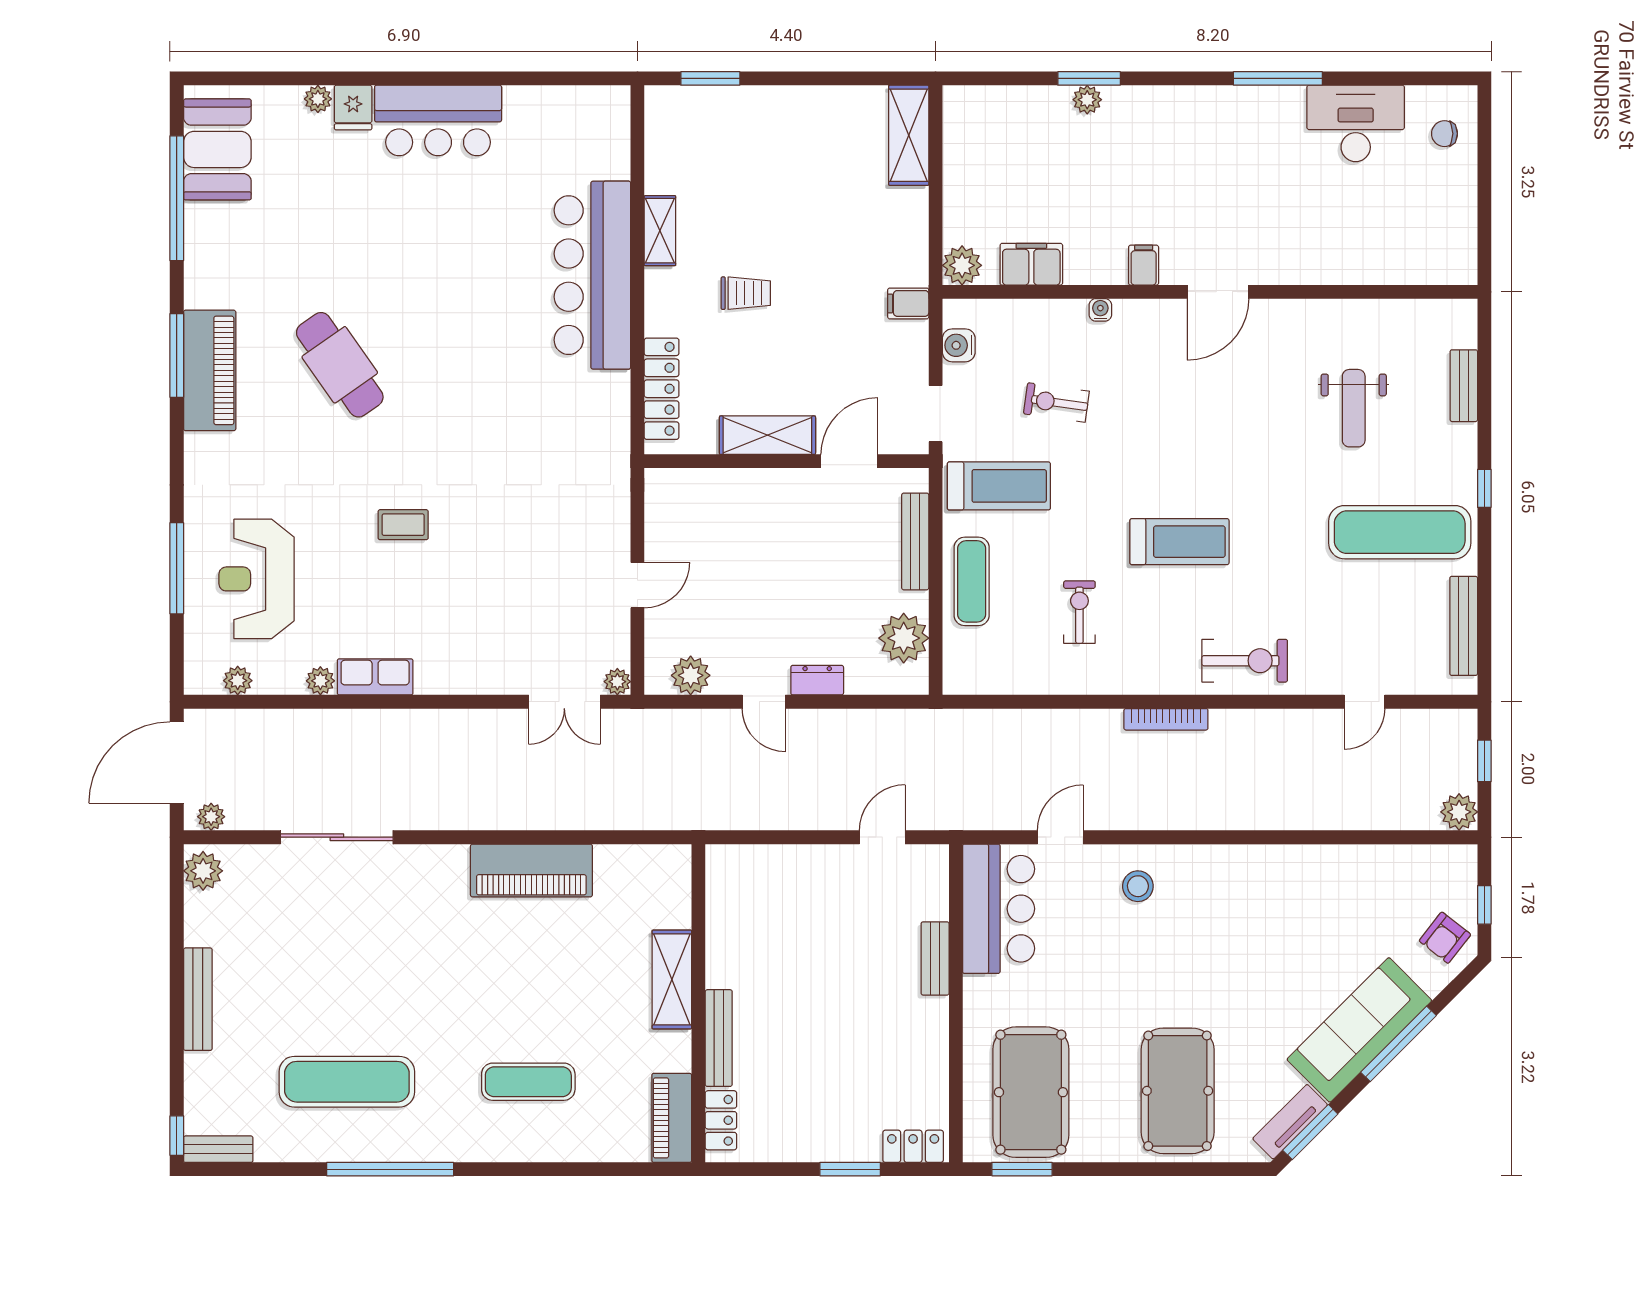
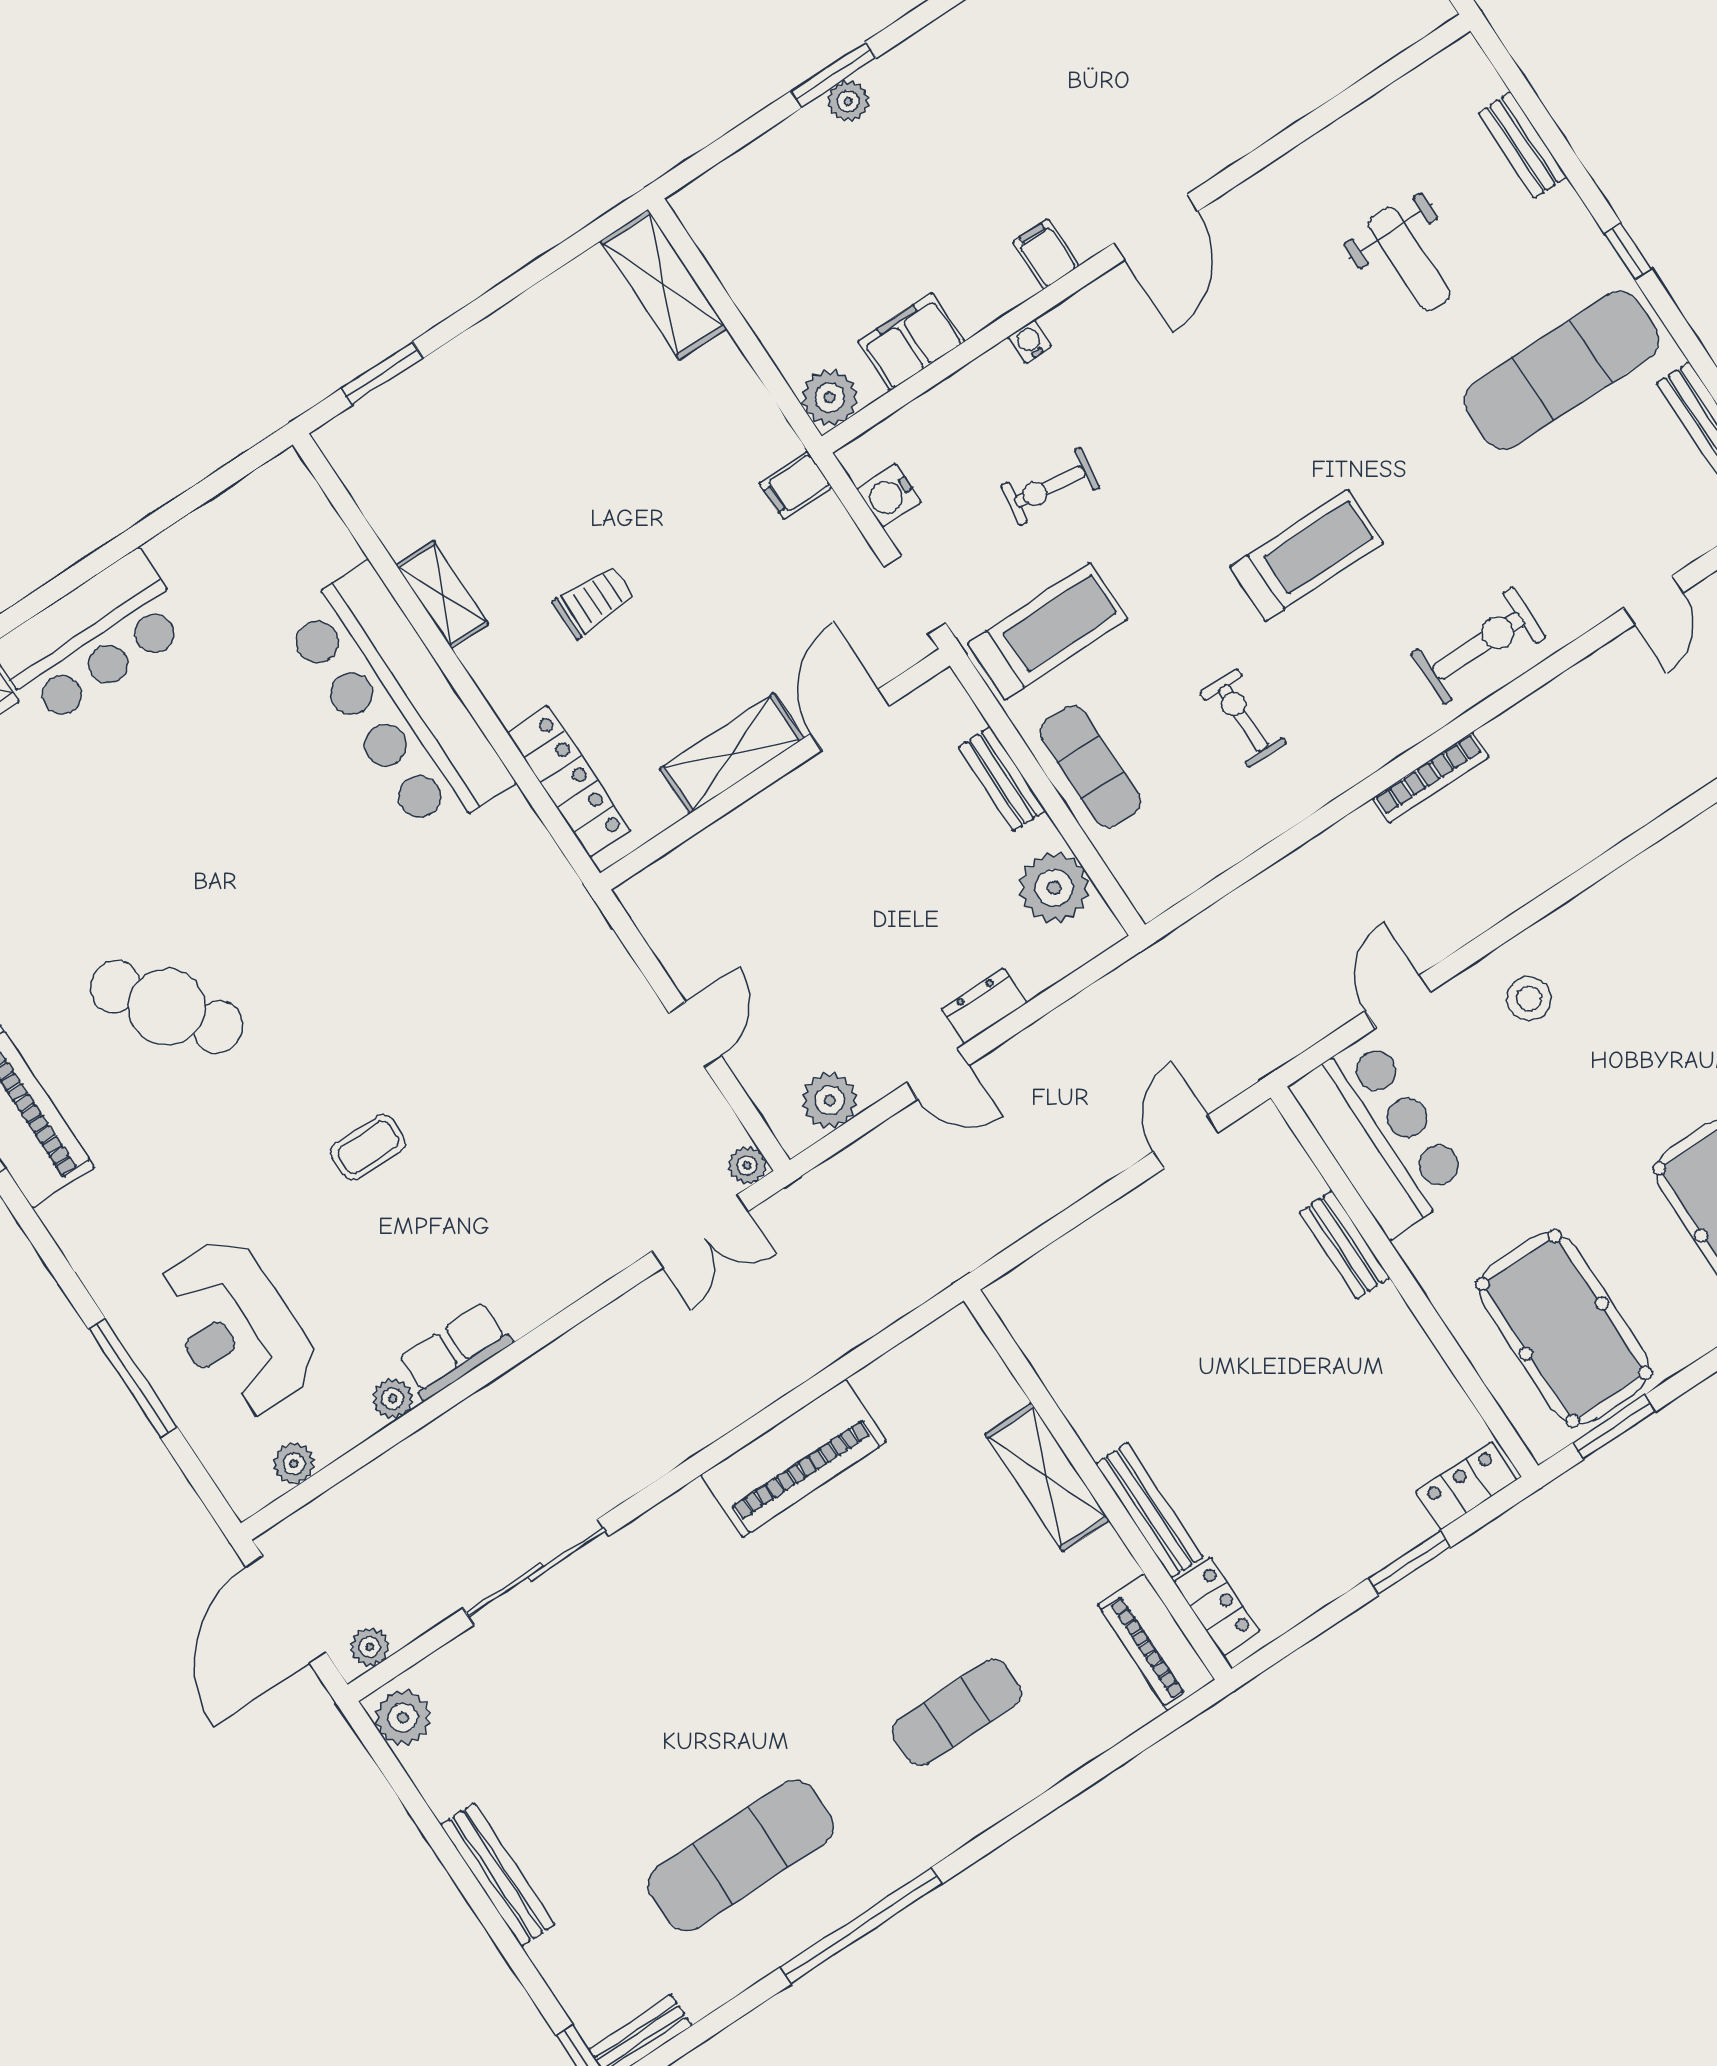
bench: (915, 541) -> (1002, 779), width x0.73

